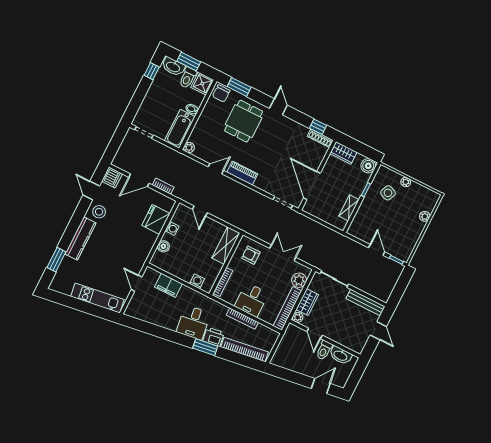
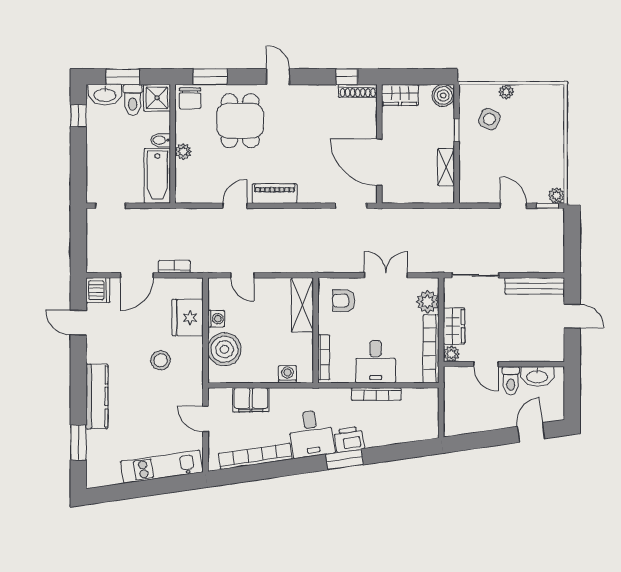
plant: (189, 148) -> (183, 152), moved
stool: (99, 212) -> (161, 360), moved
plant: (425, 216) -> (556, 195), moved
boiler: (163, 246) -> (224, 349), width x1.86, depth x1.86
bookcase: (244, 350) -> (255, 456), moved

